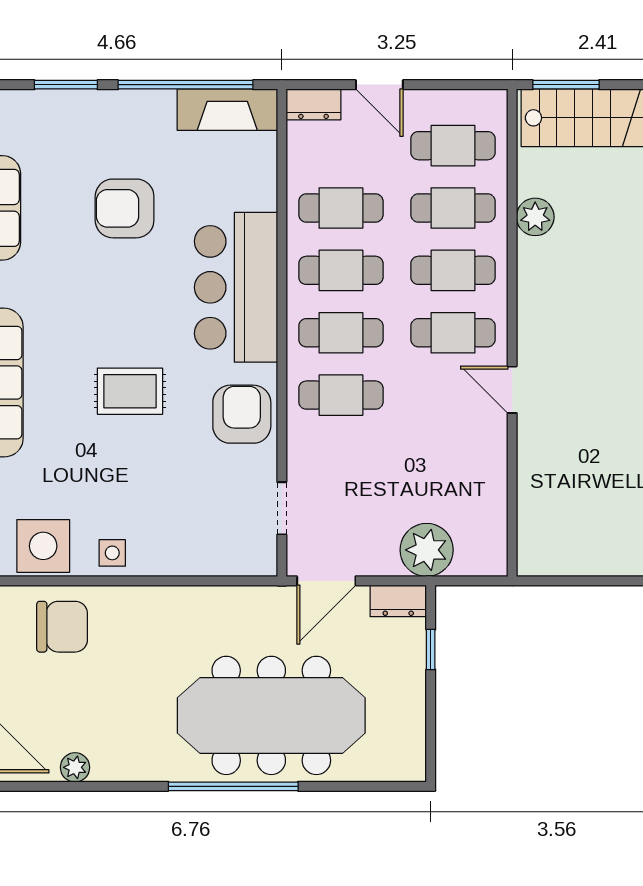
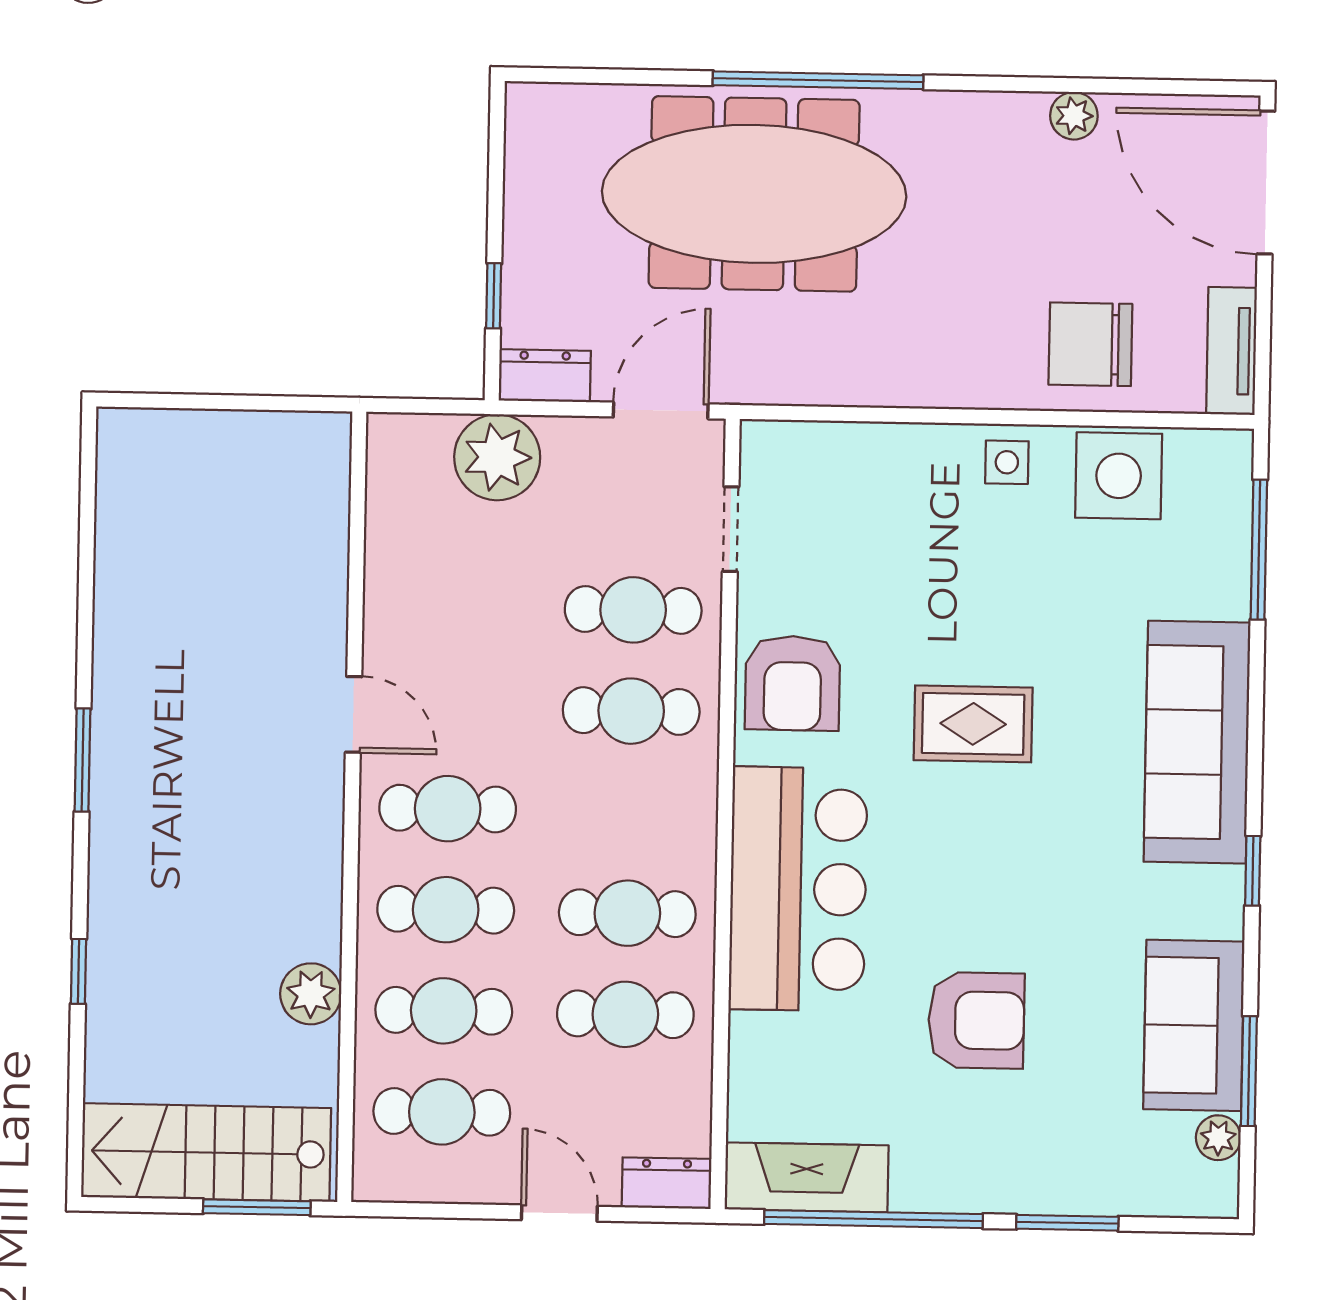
cafe table: (341, 333) -> (633, 610), moved

